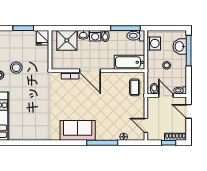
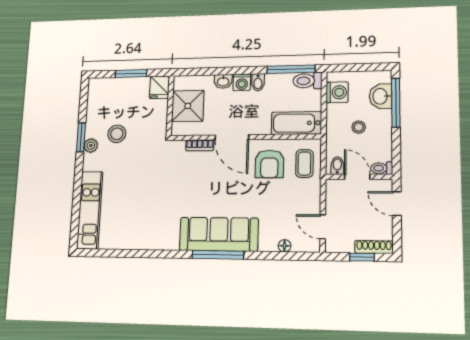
shower: (67, 40) -> (188, 106), moved
armchair: (113, 88) -> (269, 164), added
sofa: (78, 130) -> (219, 234), width x1.36
window: (102, 143) -> (218, 255), moved

